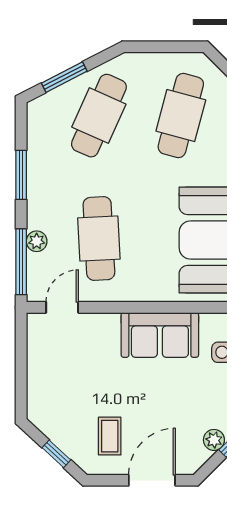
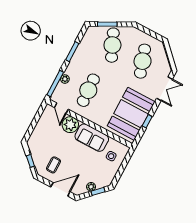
cafe table: (99, 116) -> (112, 45), turned -48
cafe table: (181, 116) -> (143, 61), turned -33
door: (62, 307) -> (61, 108), swing flipped
plant: (100, 332) -> (70, 125), added

